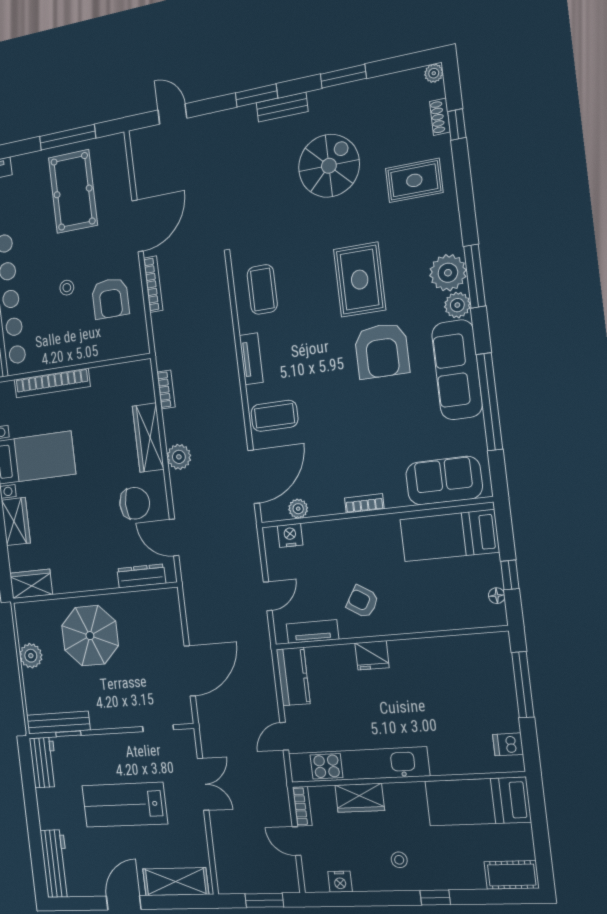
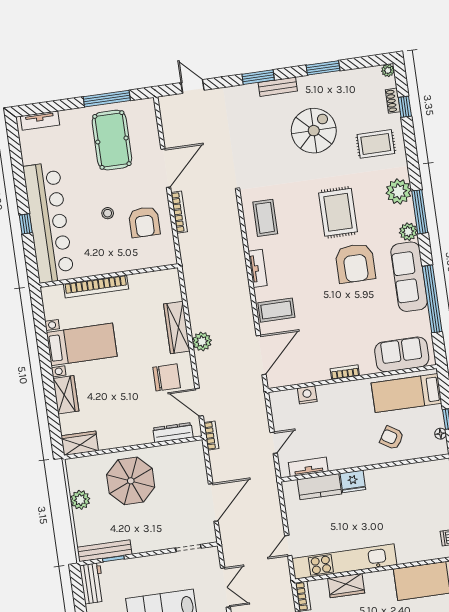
plant: (448, 273) -> (399, 192), moved
bookcase: (166, 389) -> (211, 436), moved
plant: (298, 509) -> (296, 378), removed
nightstand: (290, 535) -> (307, 395), moved
armchair: (362, 602) -> (392, 438), moved
kitchen counter: (293, 676) -> (319, 487), moved, turned 90

